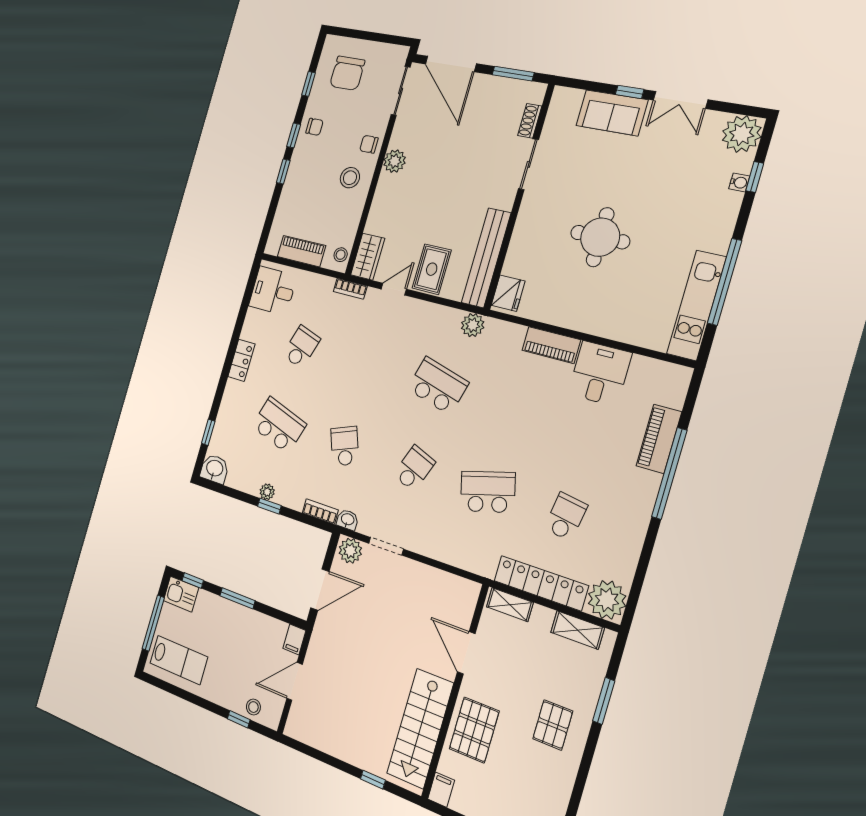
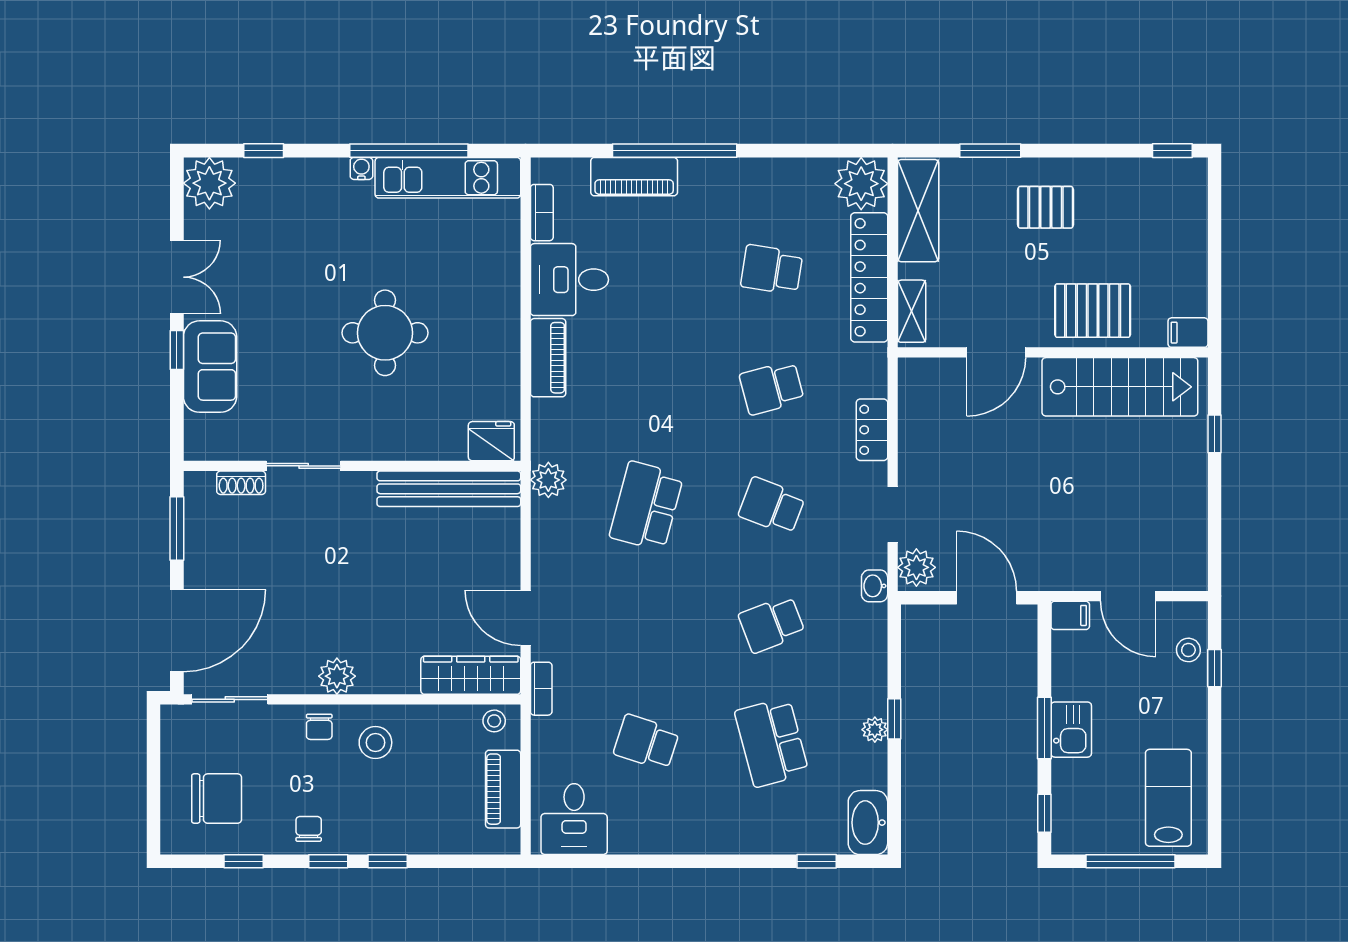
water cooler: (739, 182) -> (361, 168), moved
wardrobe: (368, 257) -> (471, 675), width x1.50
rug: (432, 269) -> (483, 567), removed
door: (394, 289) -> (526, 618), width x1.38
locker: (241, 360) -> (872, 430), moved, turned -90
school desk: (279, 425) -> (772, 742), turned -33
washbasin: (214, 469) -> (868, 823), width x1.38
school desk: (488, 492) -> (772, 388), width x0.54
bookcase: (320, 511) -> (542, 213), moved, turned 180
kitchen sink: (181, 594) -> (1071, 730), moved
shelving: (578, 630) -> (918, 211), width x1.50, depth x1.33

